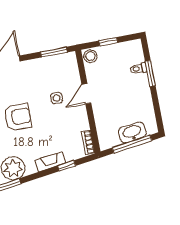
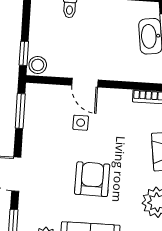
window: (108, 42) -> (24, 53), moved

